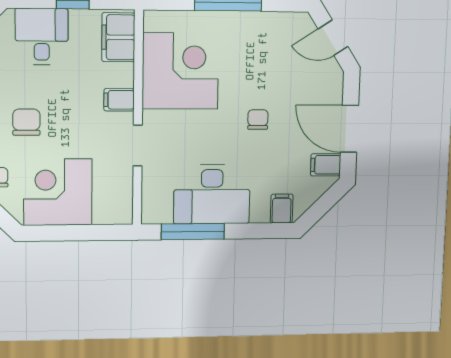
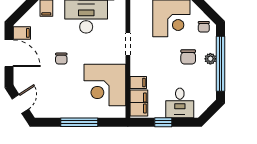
door: (333, 38) -> (20, 104), hinge flipped
filing cabinet: (119, 100) -> (138, 83), moved

